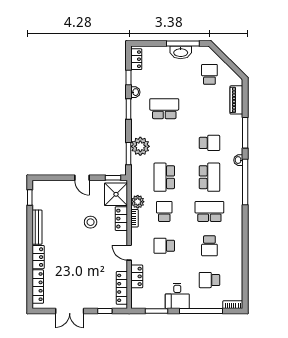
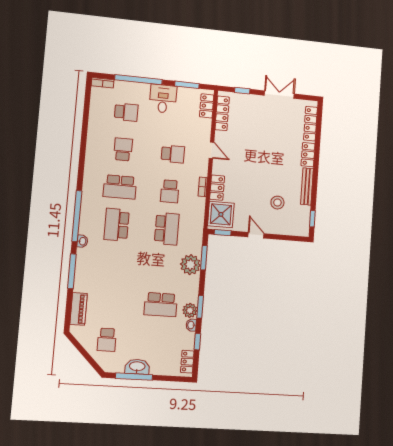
school desk: (209, 143) -> (113, 263), removed
plant: (138, 202) -> (190, 310), moved
stool: (91, 222) -> (277, 203), moved
locker: (137, 276) -> (207, 106), moved

